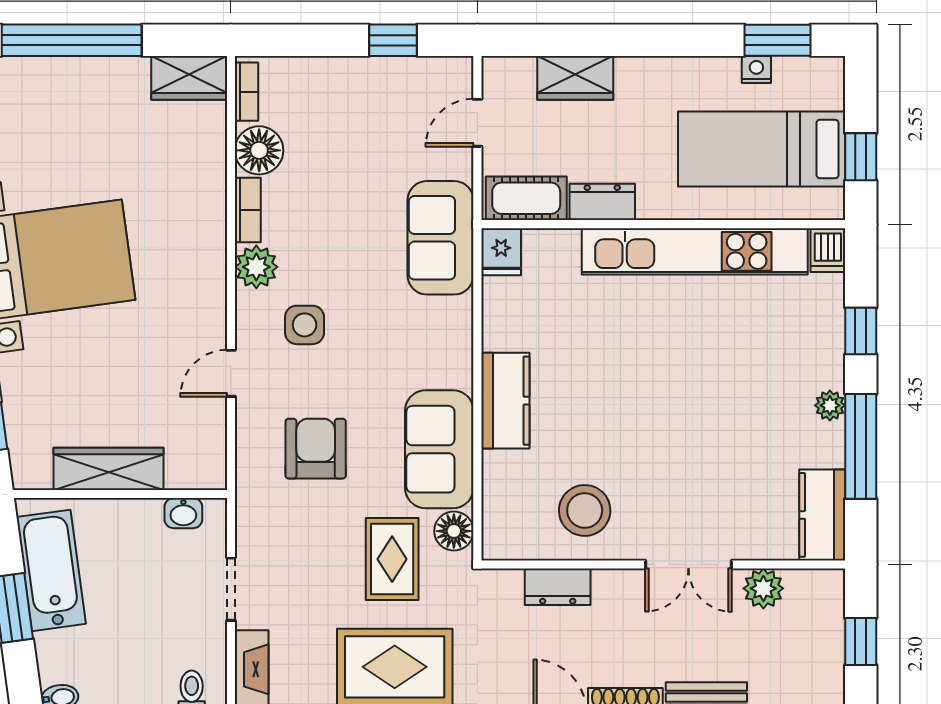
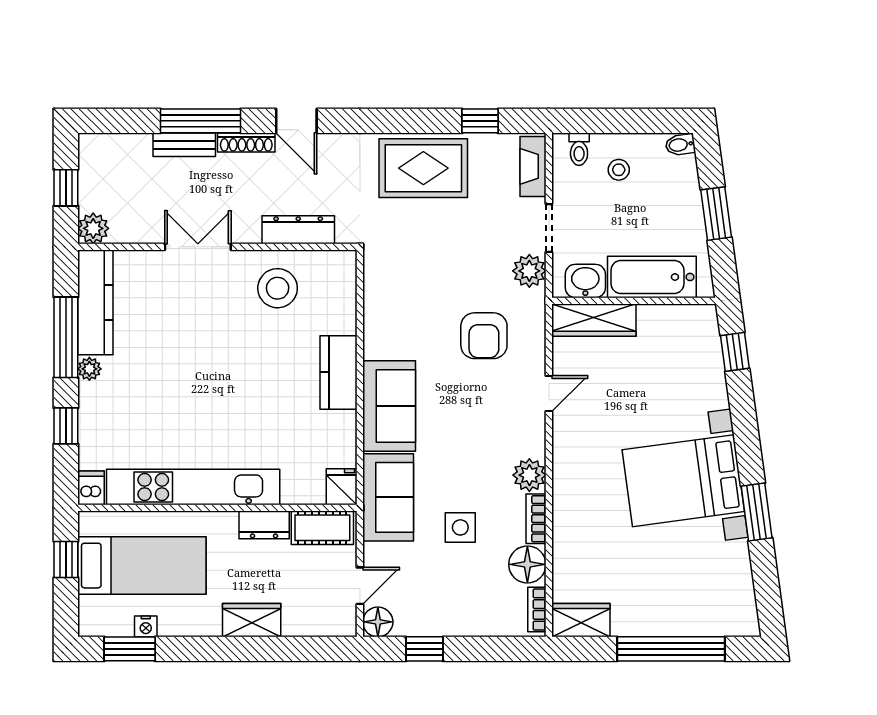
wardrobe: (575, 78) -> (252, 620), moved
side table: (305, 325) -> (460, 527), moved
sofa: (439, 449) -> (389, 406), moved
wardrobe: (108, 469) -> (594, 320), moved
washbasin: (183, 513) -> (585, 281), width x1.38, depth x1.45
kitchen counter: (822, 515) -> (95, 302), width x1.50
floor lamp: (454, 531) -> (378, 622), moved
plant: (256, 533) -> (529, 271), added
rug: (392, 559) -> (425, 251), removed
bathtub: (51, 570) -> (652, 277), moved, turned 98
dresser: (558, 587) -> (298, 230), width x1.44
plant: (763, 588) -> (93, 228), moved
stool: (140, 665) -> (619, 170), added

